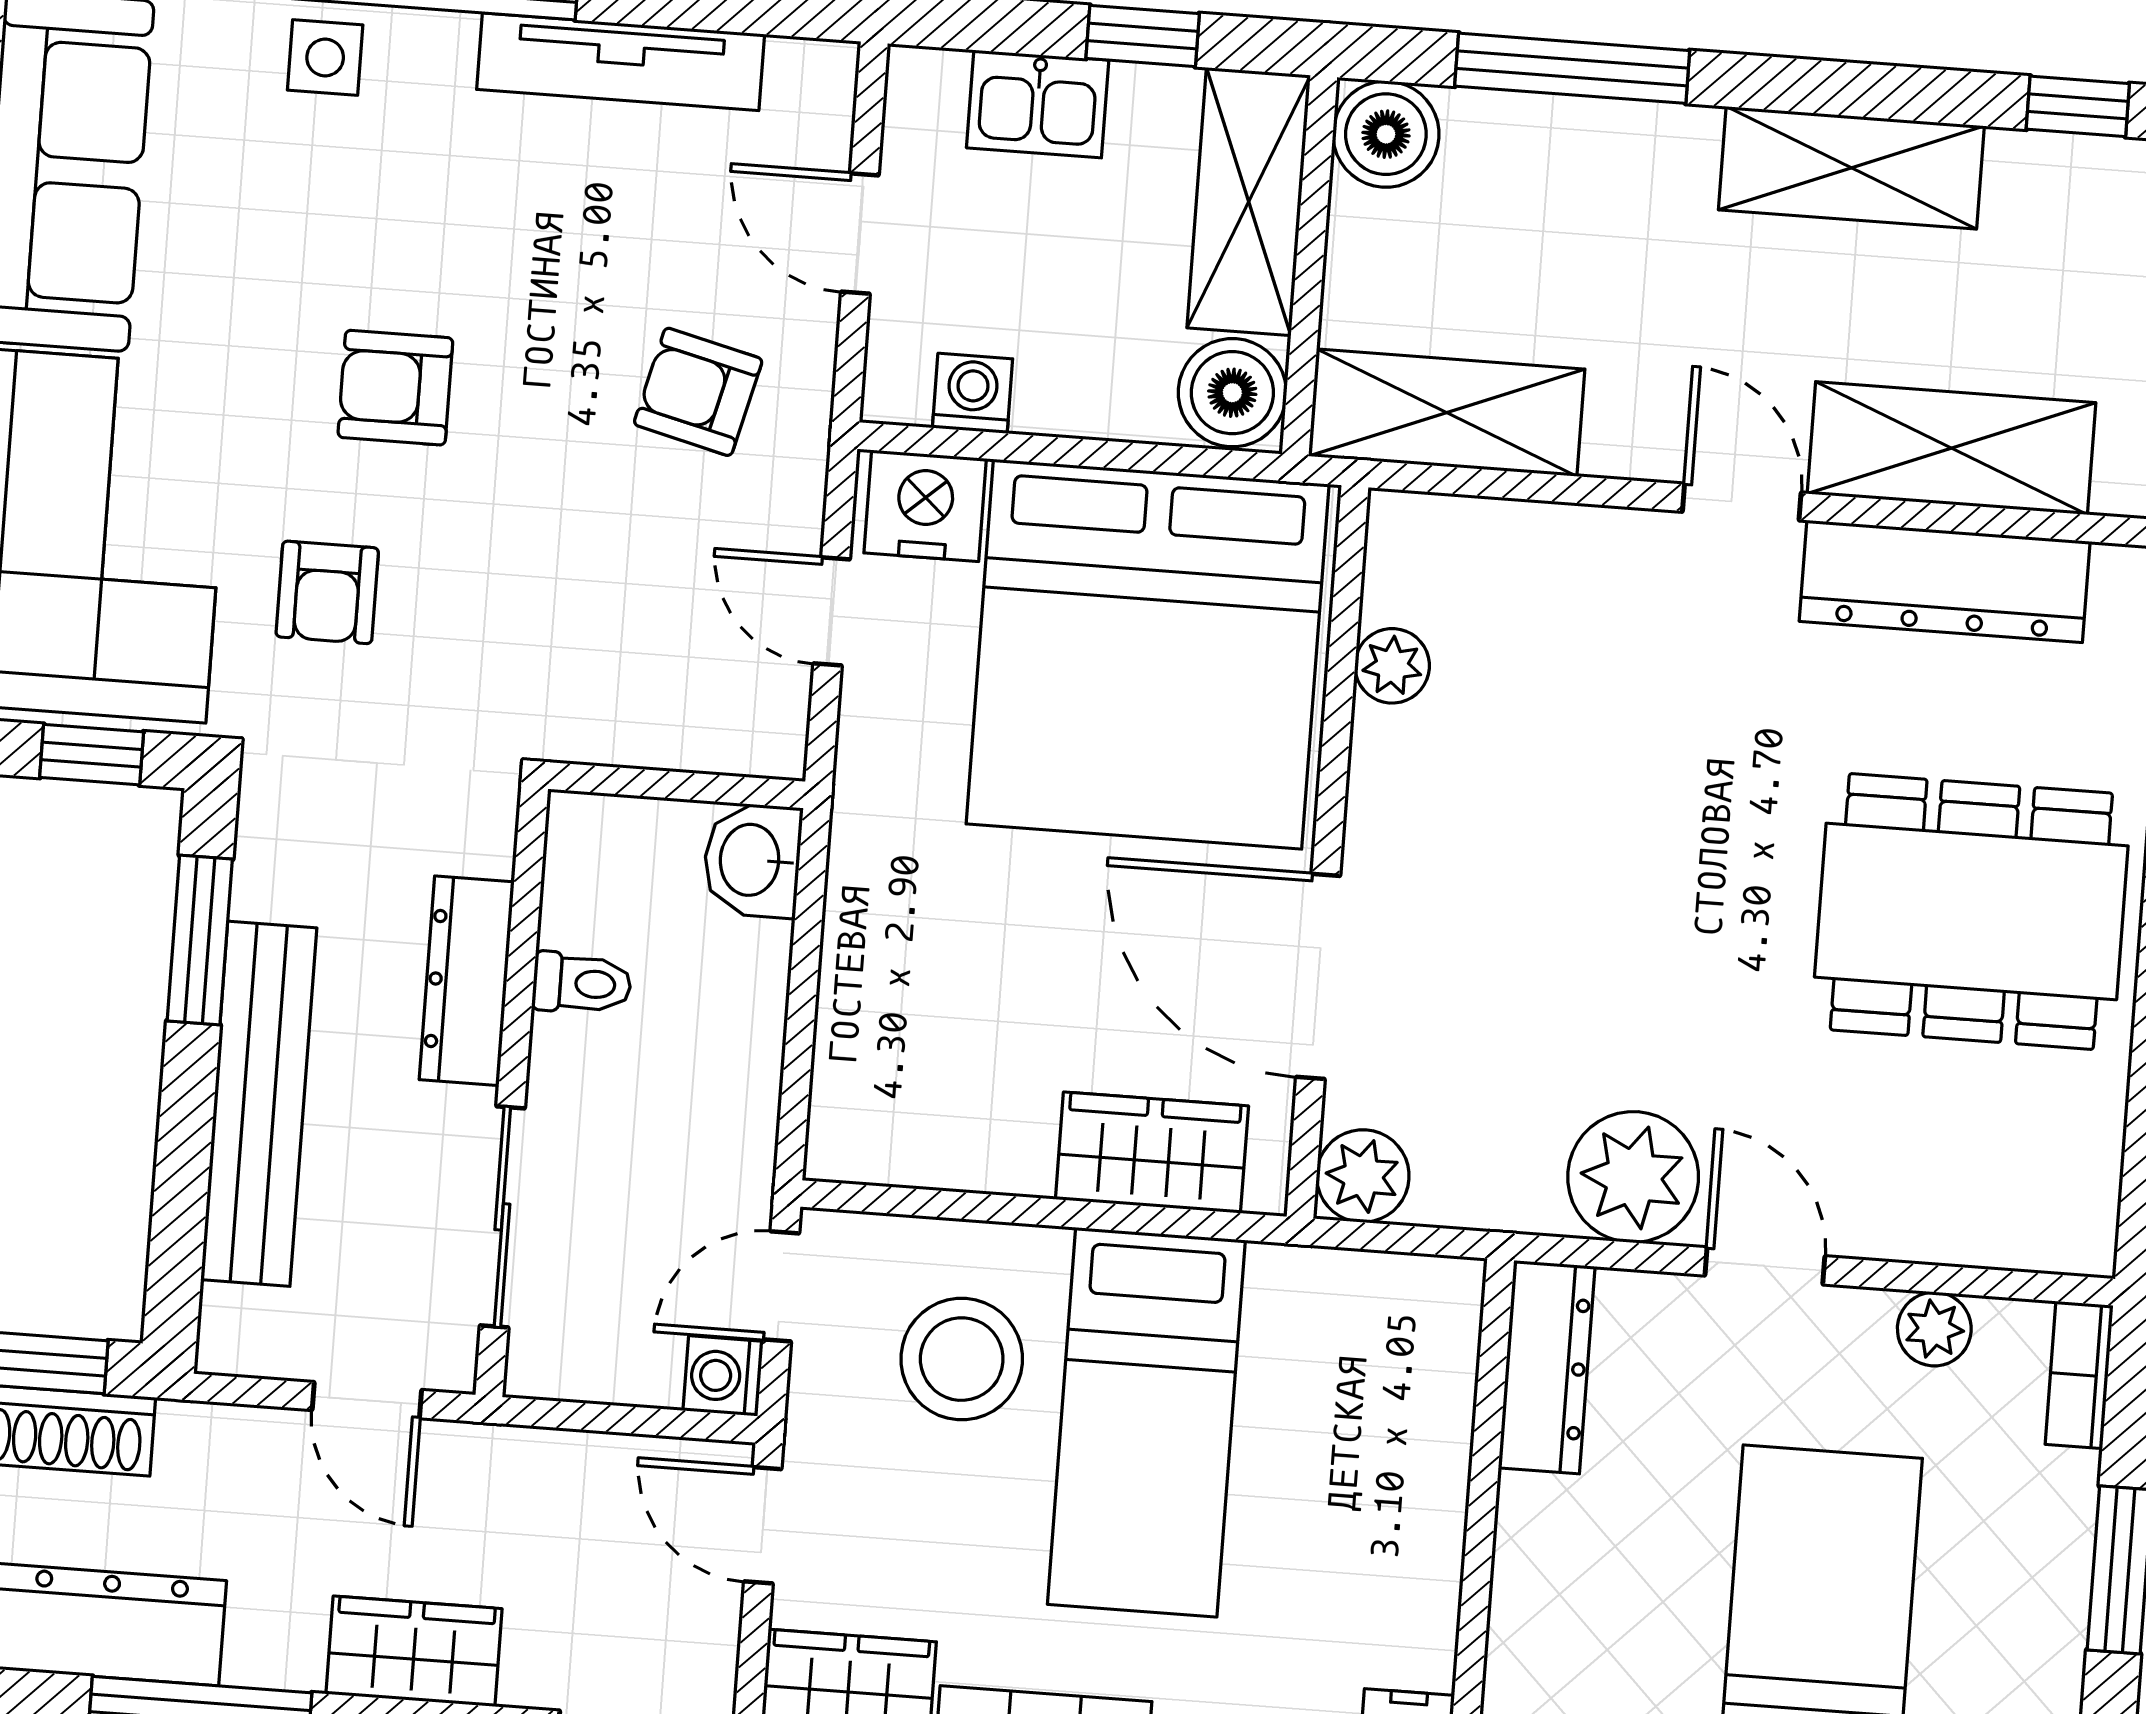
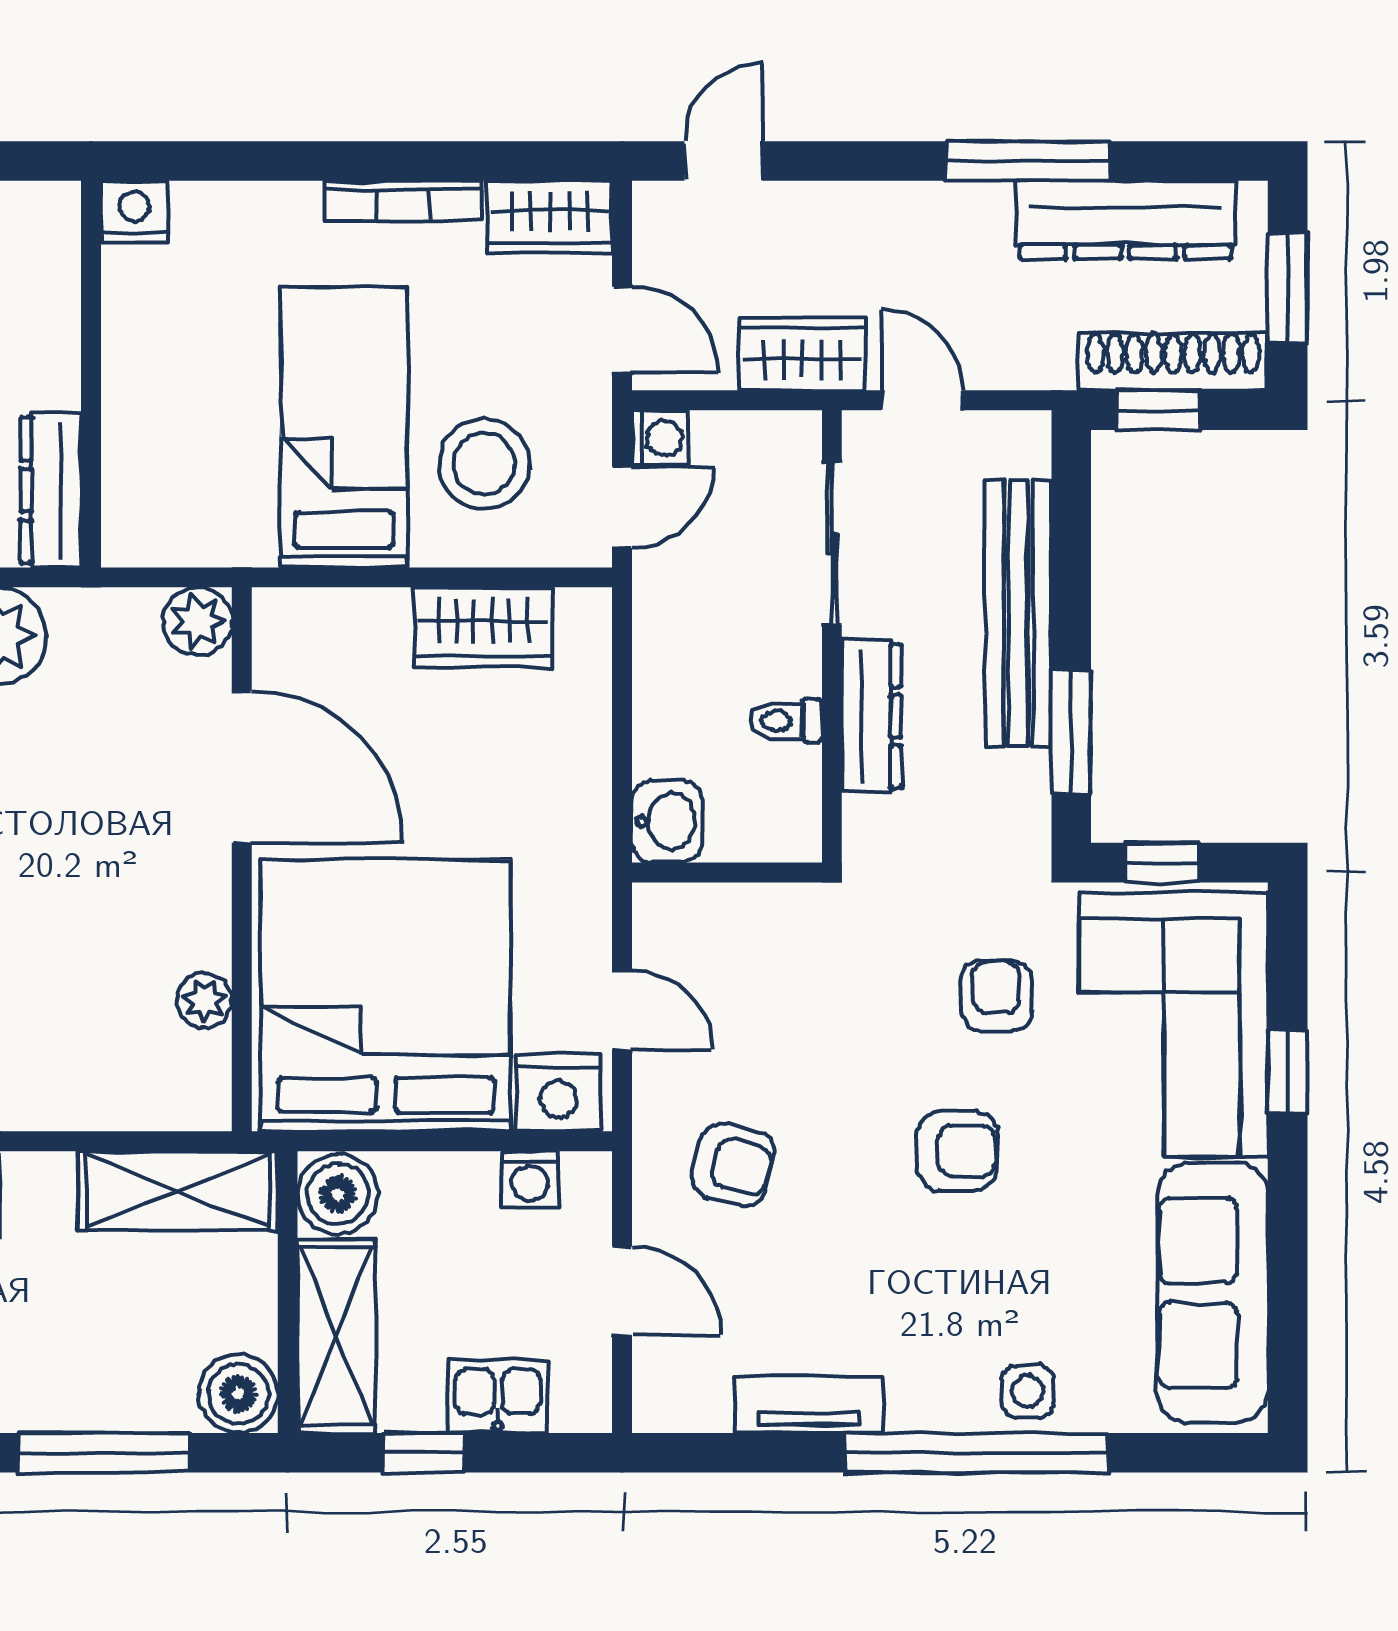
tv unit: (621, 62) -> (809, 1405), width x0.71
wardrobe: (1152, 1153) -> (483, 627), moved
wardrobe: (414, 1651) -> (802, 354), moved, turned 180

